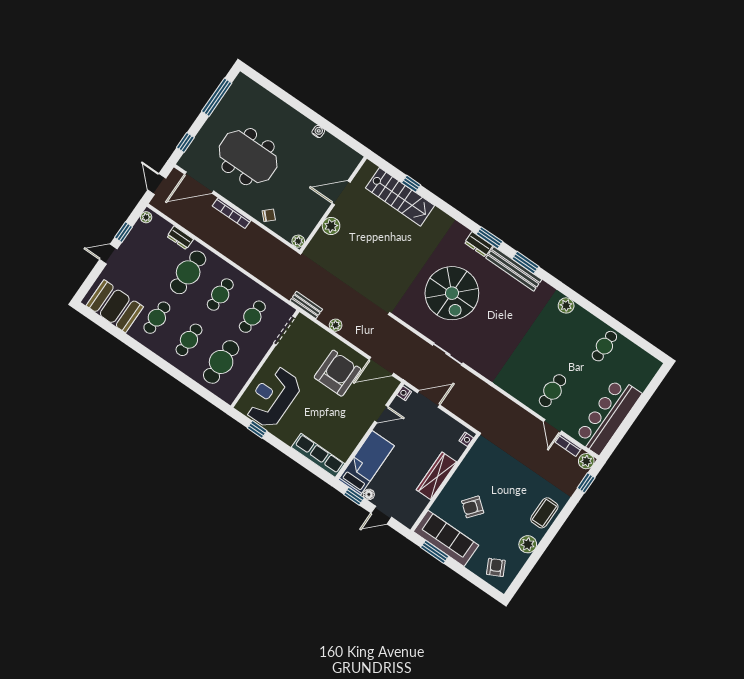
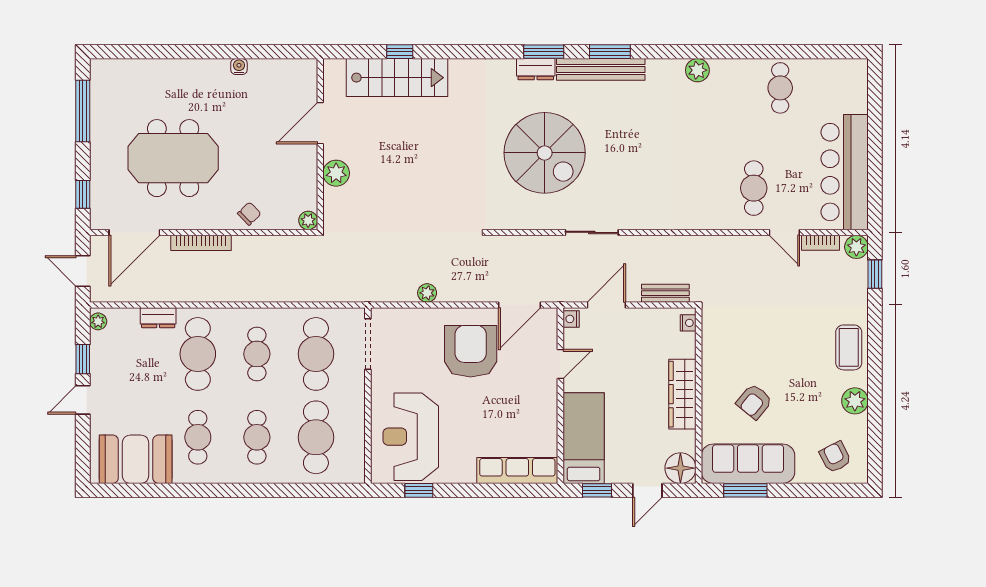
bench: (306, 305) -> (665, 293), moved
cafe table: (252, 317) -> (316, 354), width x1.37, depth x1.35
floor lamp: (369, 494) -> (680, 468), moved, width x1.89, depth x1.89

